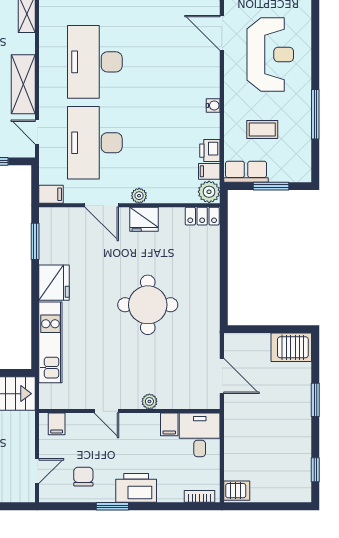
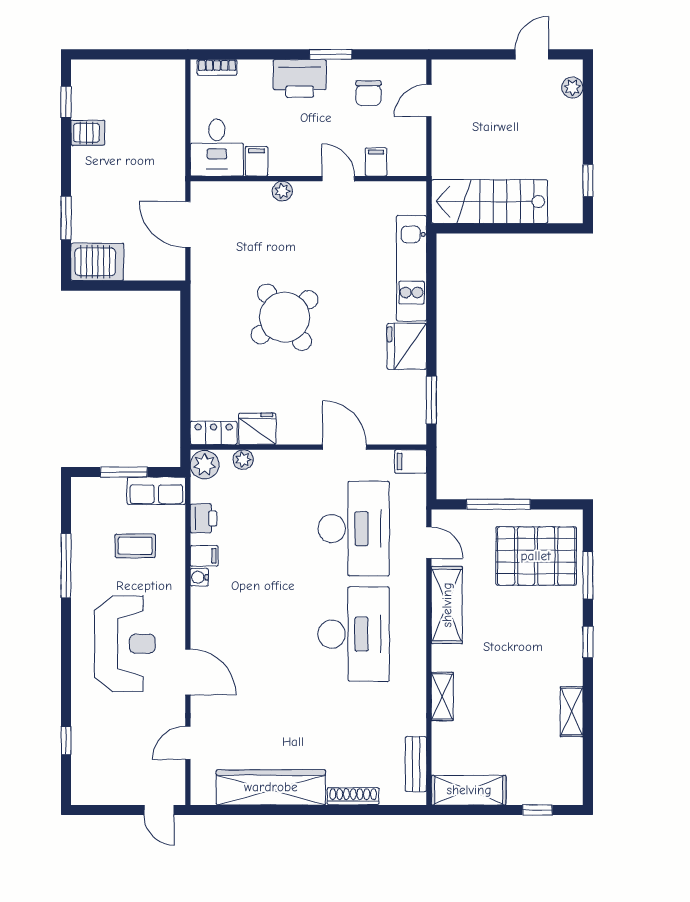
reception desk: (270, 54) -> (125, 644), turned 180
filing cabinet: (209, 171) -> (204, 556), moved
plant: (139, 196) -> (243, 460), moved
fridge: (144, 219) -> (257, 429), moved
round table: (148, 305) -> (285, 317), turned -36
window: (315, 400) -> (66, 218), moved
filing cabinet: (57, 424) -> (376, 162), moved
server rack: (237, 491) -> (88, 133), moved, turned 180

